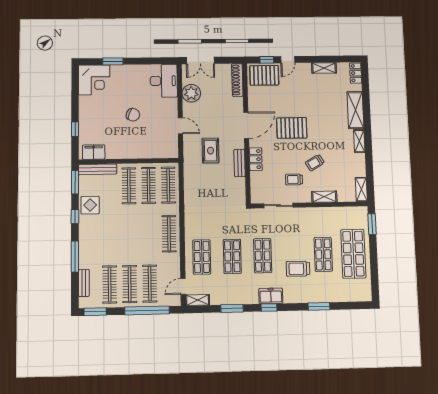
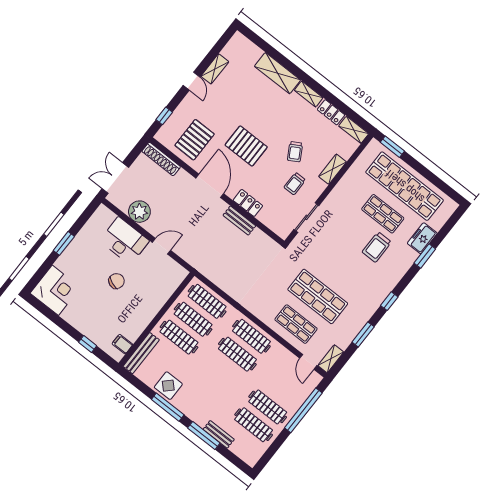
double door: (200, 60) -> (115, 178), swing flipped
door: (288, 60) -> (191, 81), moved
window: (113, 61) -> (64, 243), moved
locker: (356, 73) -> (331, 112), moved
pallet: (264, 75) -> (195, 140), moved
desk: (164, 81) -> (124, 241), moved
pallet: (292, 128) -> (246, 146), turned 90
rug: (211, 151) -> (207, 238), removed
filing cabinet: (94, 152) -> (122, 344), width x0.50
window: (75, 182) -> (137, 383), removed
window: (75, 216) -> (168, 407), width x2.17
shop shelf: (353, 254) -> (405, 186), width x1.40
shop shelf: (232, 256) -> (318, 296), width x1.43, depth x1.36
shop shelf: (263, 256) -> (339, 269), removed
bench: (84, 283) -> (219, 434), moved
clothes rail: (150, 284) -> (237, 354), moved
freezer: (271, 296) -> (422, 238), moved
window: (95, 312) -> (267, 456), removed

